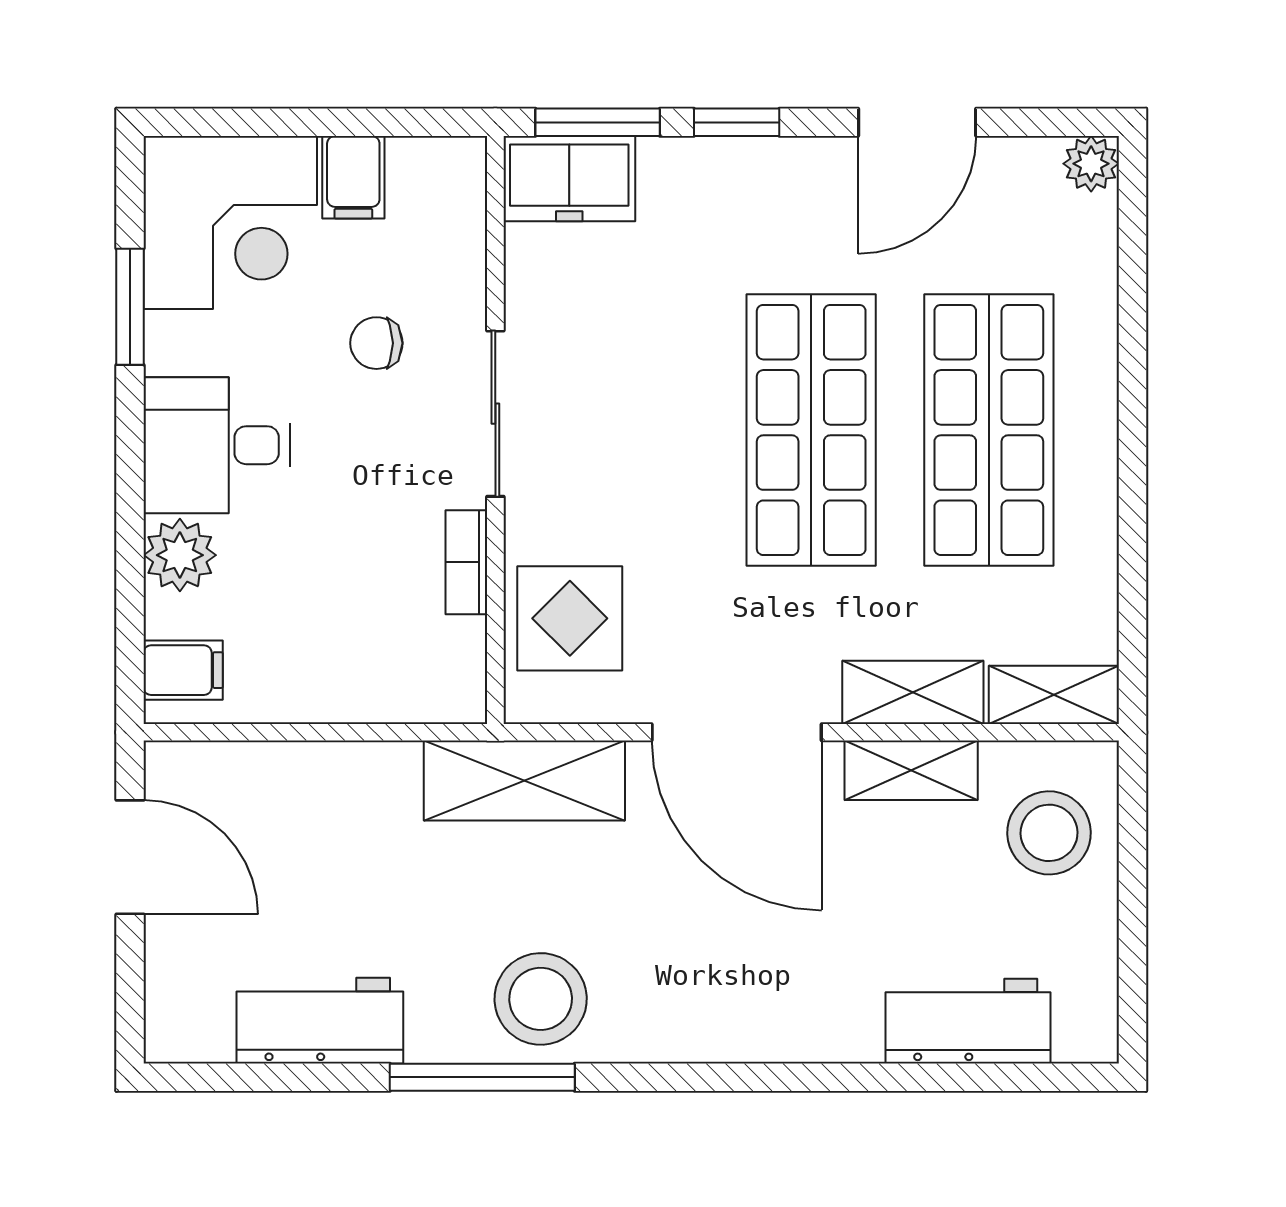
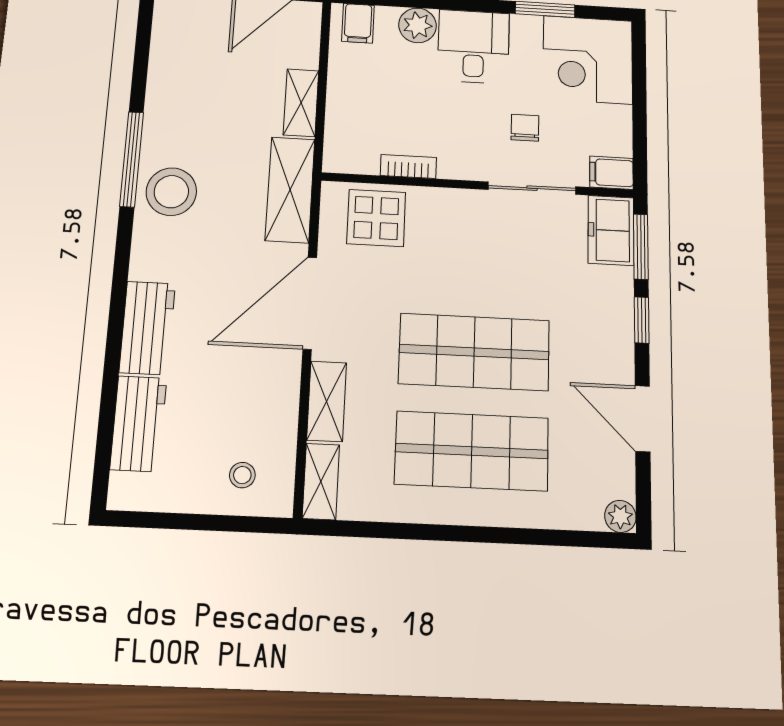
filing cabinet: (353, 177) -> (611, 173), moved
sliding door: (495, 414) -> (532, 188), moved
shelving: (911, 770) -> (301, 103), moved
stool: (1049, 833) -> (242, 475), width x0.53, depth x0.53
workbench: (320, 1021) -> (147, 328), moved

